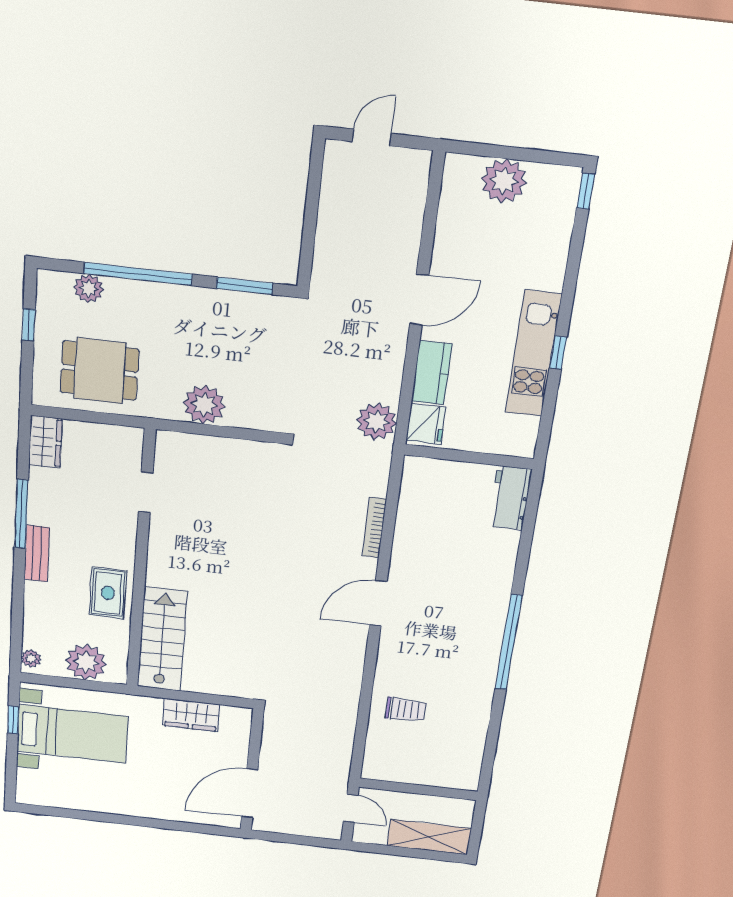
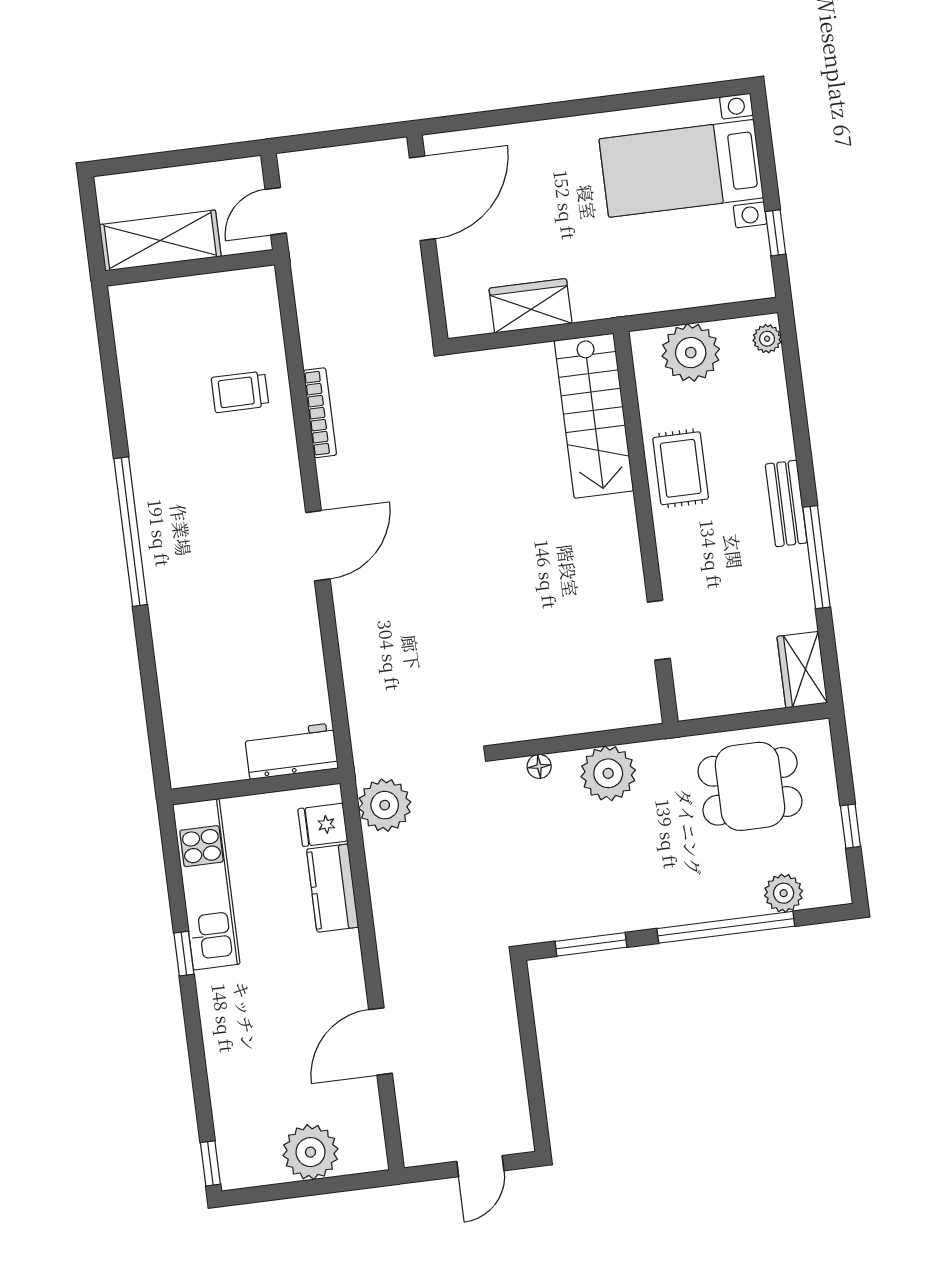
door: (419, 300) -> (380, 1041), moved
kitchen unit: (533, 354) -> (206, 884), moved
floor lamp: (255, 421) -> (539, 766), added
fridge: (426, 424) -> (323, 825), width x0.72
workbench: (510, 498) -> (291, 751), moved, turned -90
bookcase: (374, 528) -> (320, 413), moved
bed with nightstands: (72, 734) -> (681, 168), moved
door: (351, 808) -> (276, 211), hinge flipped
shelving: (429, 837) -> (160, 241), moved

